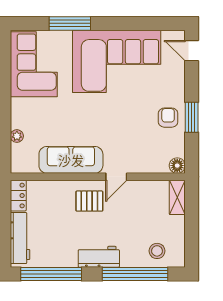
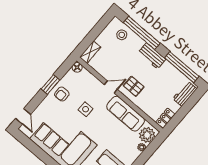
side table: (124, 124) -> (86, 109), added
plant: (23, 156) -> (147, 135), added
workbench: (20, 238) -> (185, 94), width x0.73

